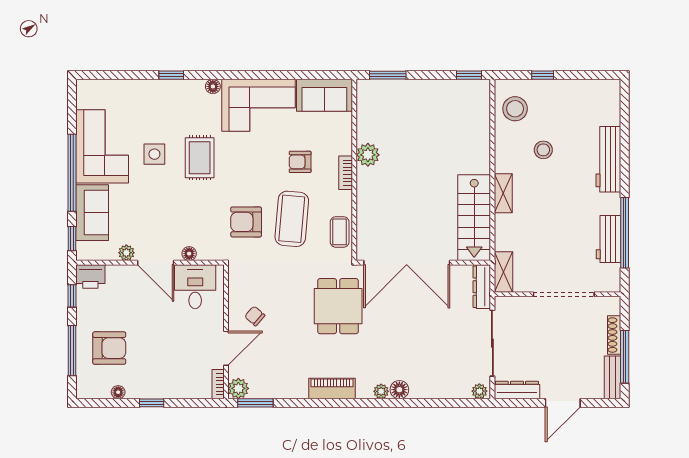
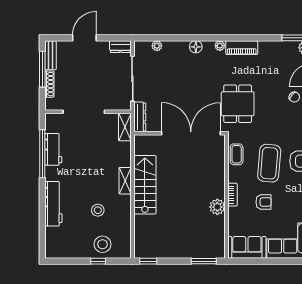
stool: (515, 109) -> (102, 244), moved
stairs: (474, 218) -> (145, 185), moved
dresser: (517, 390) -> (120, 47), width x0.70
plant: (381, 391) -> (220, 46), moved
plant: (479, 391) -> (157, 46), moved

